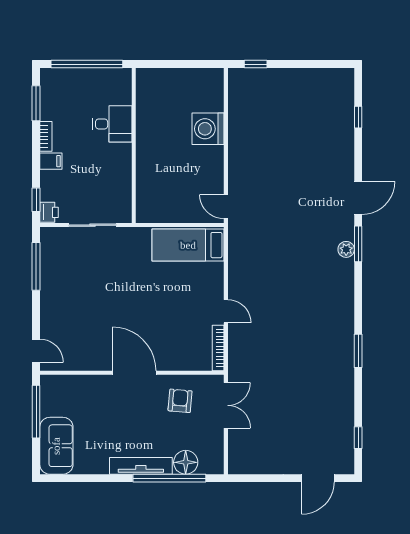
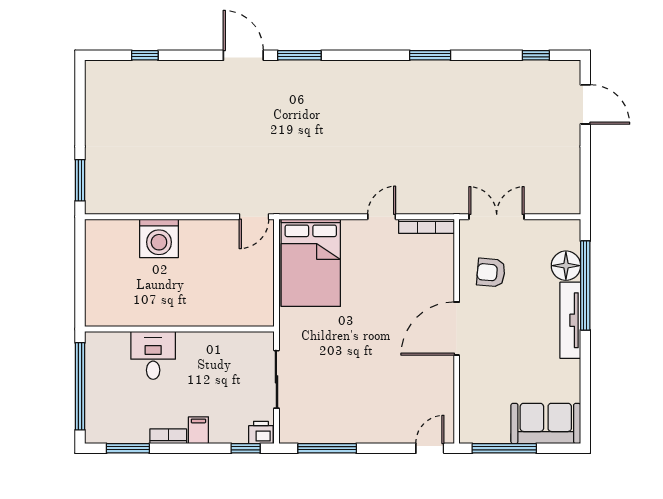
window: (256, 64) -> (80, 180), width x1.50
bed: (188, 245) -> (311, 263), width x1.50
plant: (346, 249) -> (306, 70), removed

